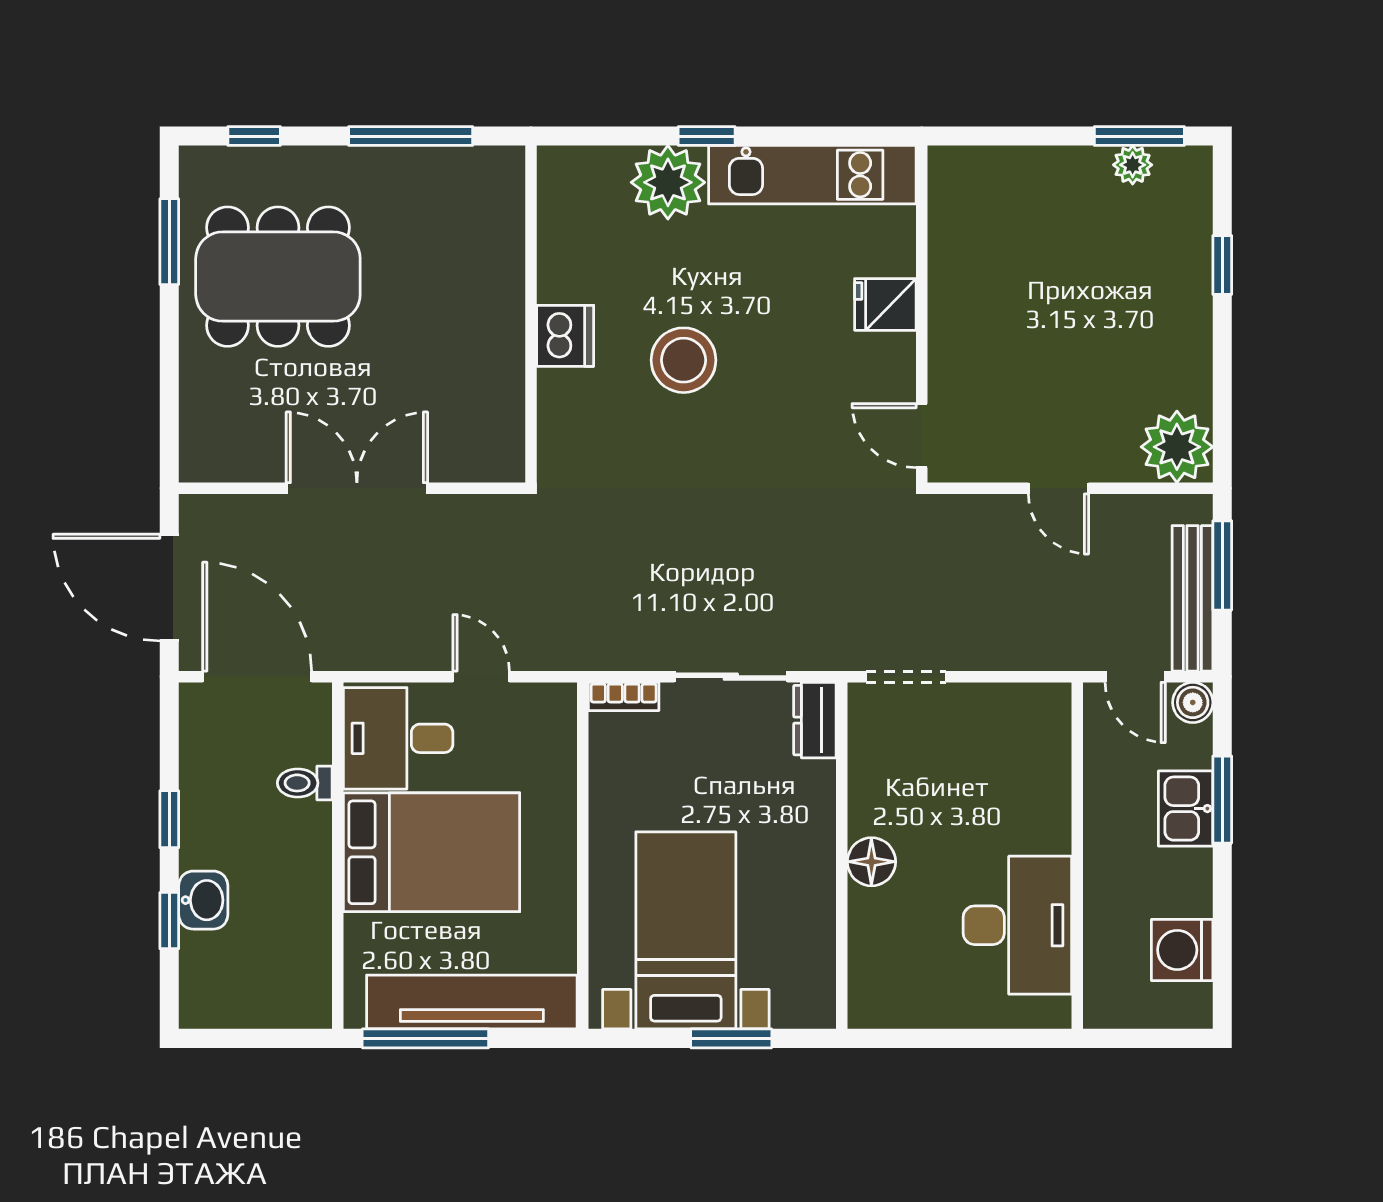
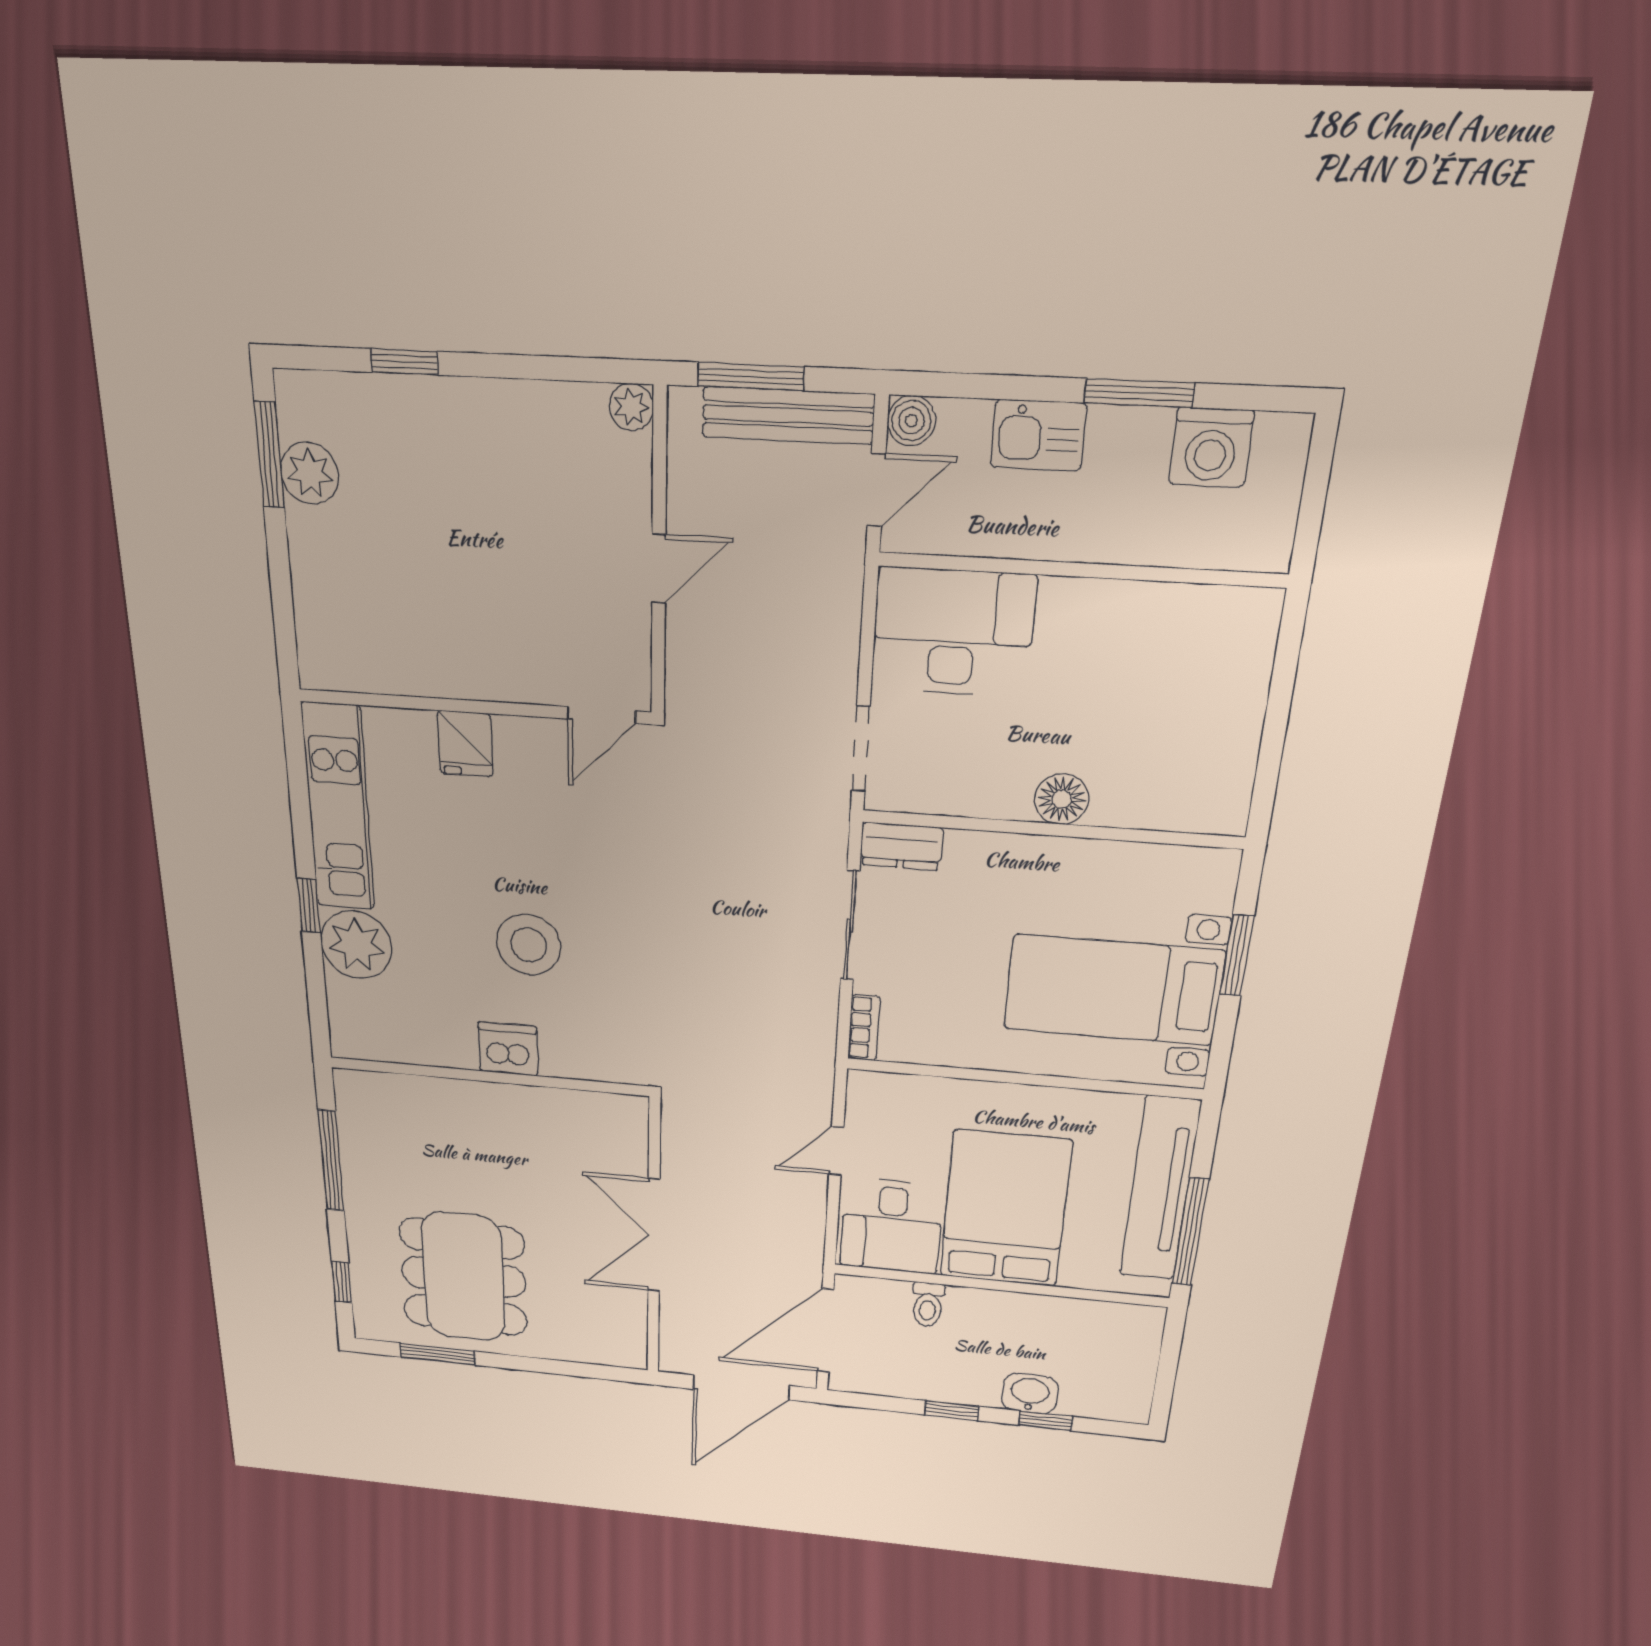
plant: (1133, 165) -> (310, 473), width x1.38, depth x1.38
plant: (1177, 447) -> (631, 407), width x0.53, depth x0.53
window: (1222, 800) -> (1139, 393), moved
desk: (1017, 925) -> (953, 632), moved

